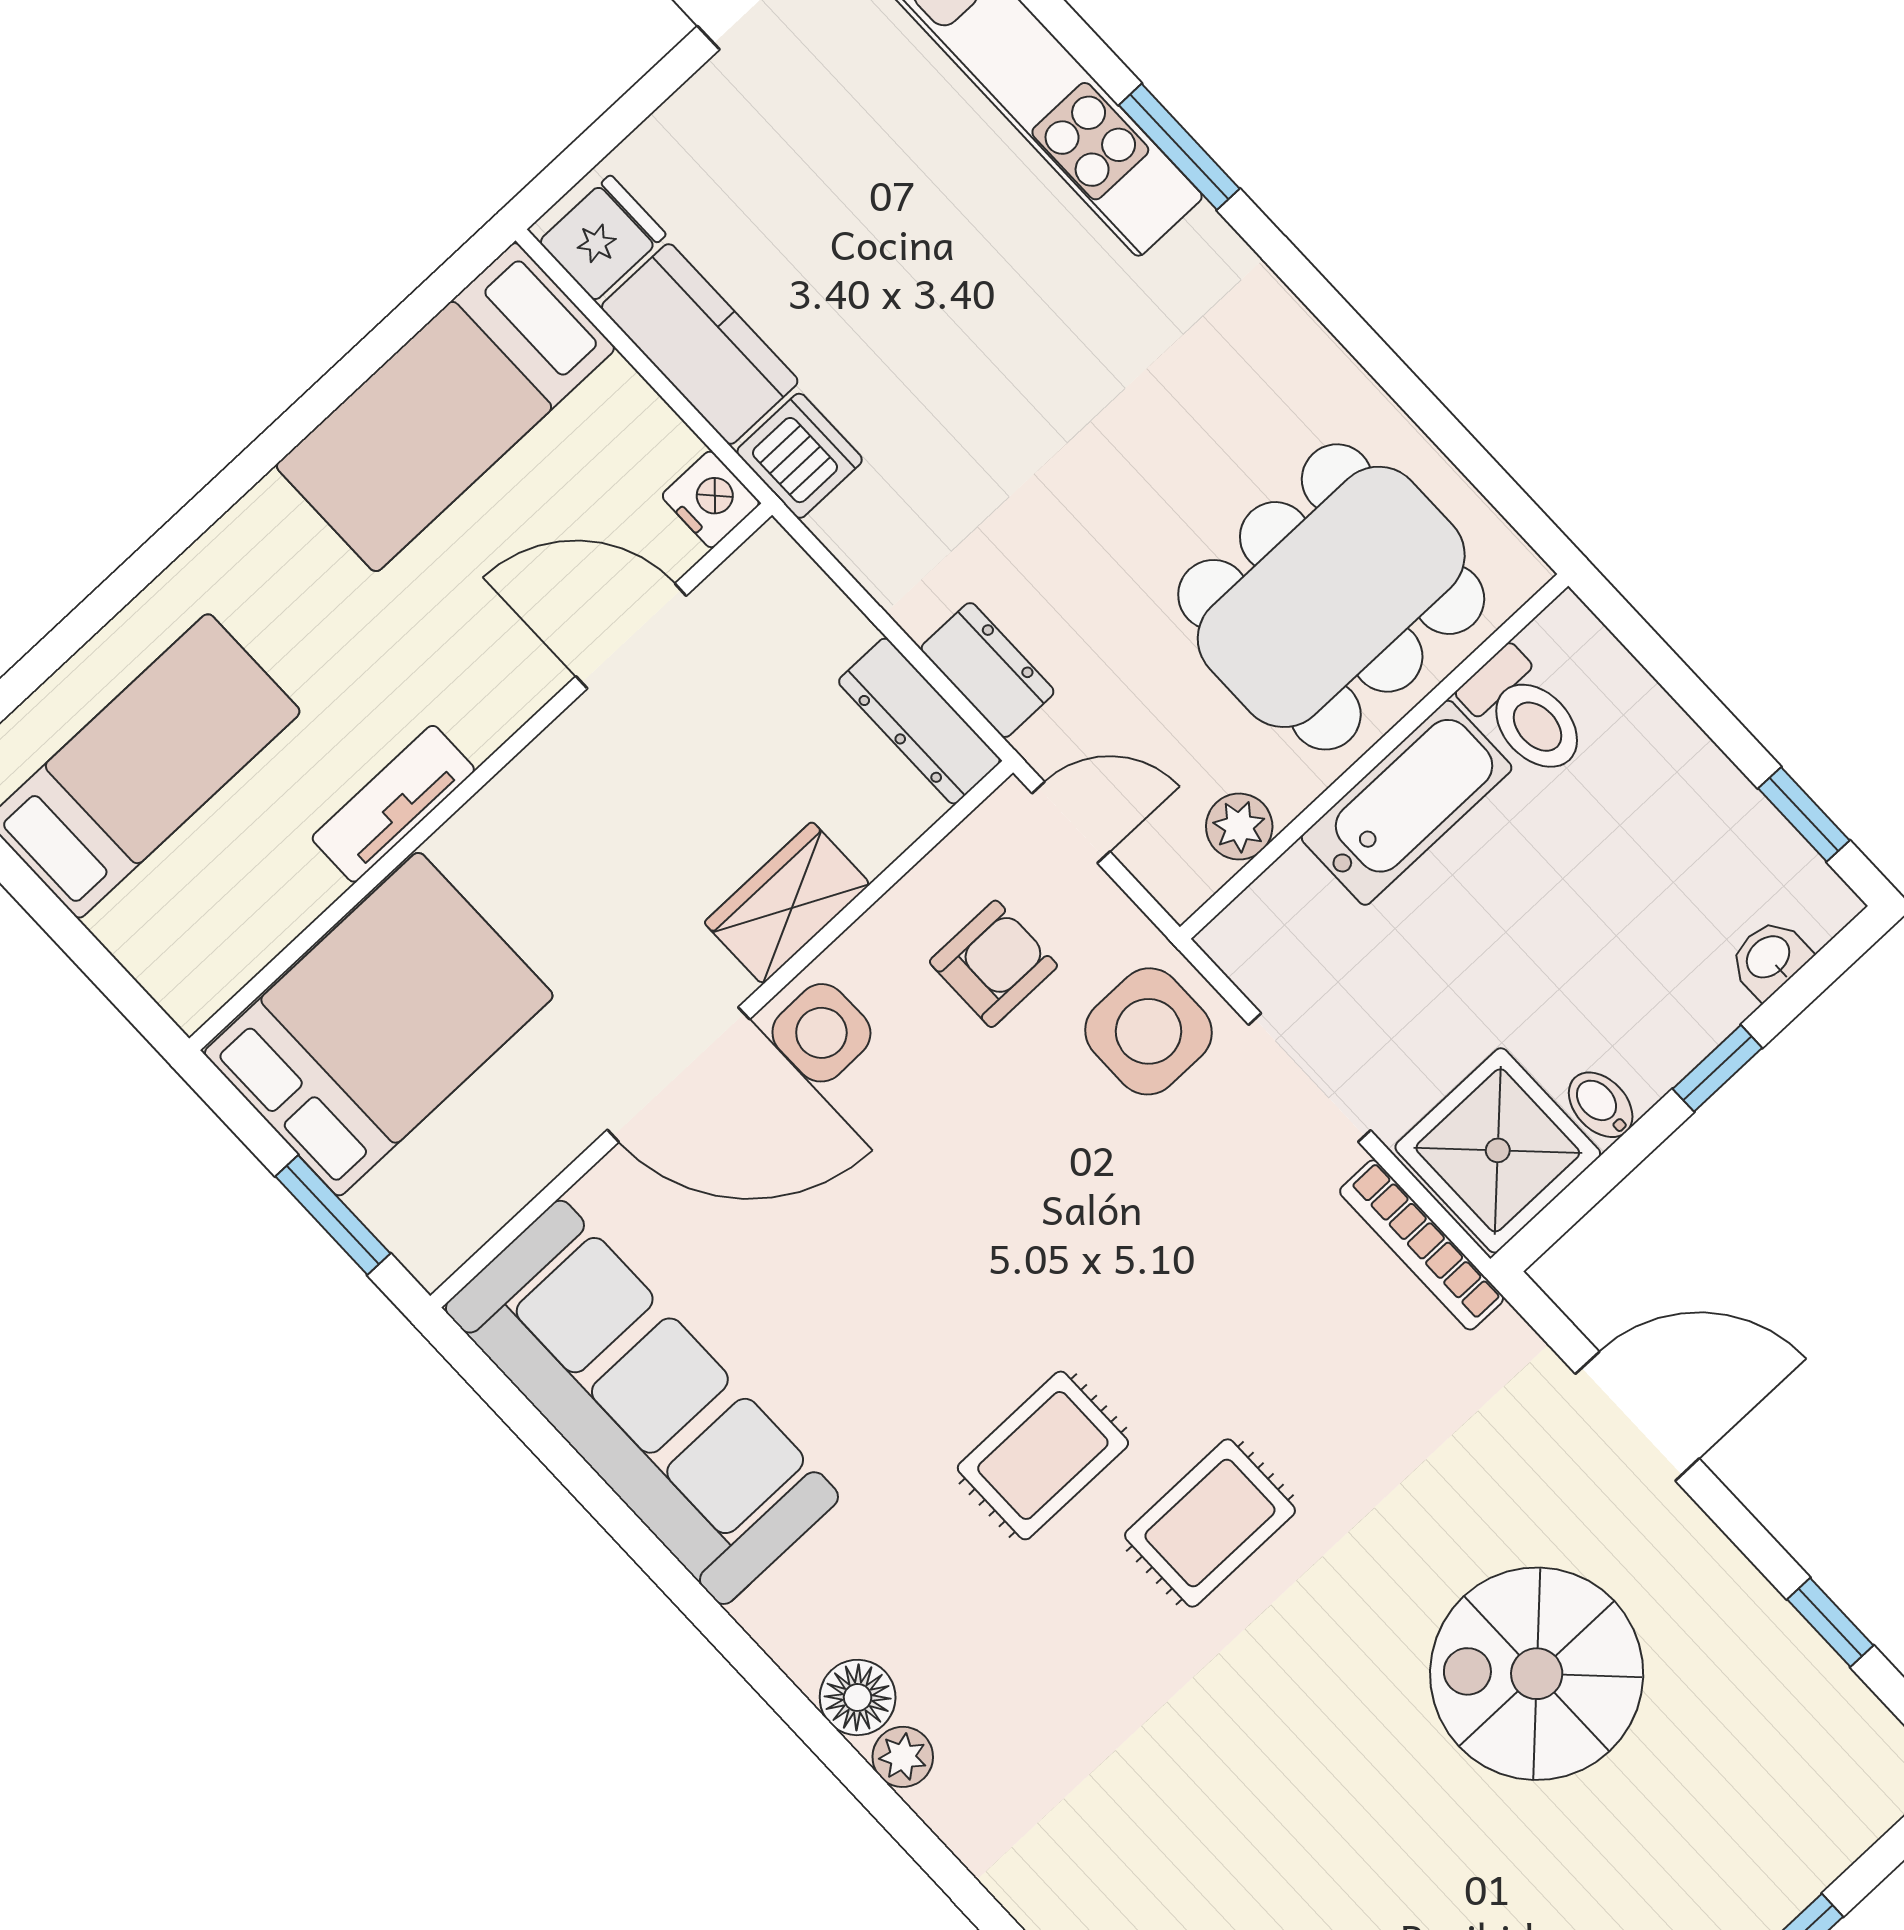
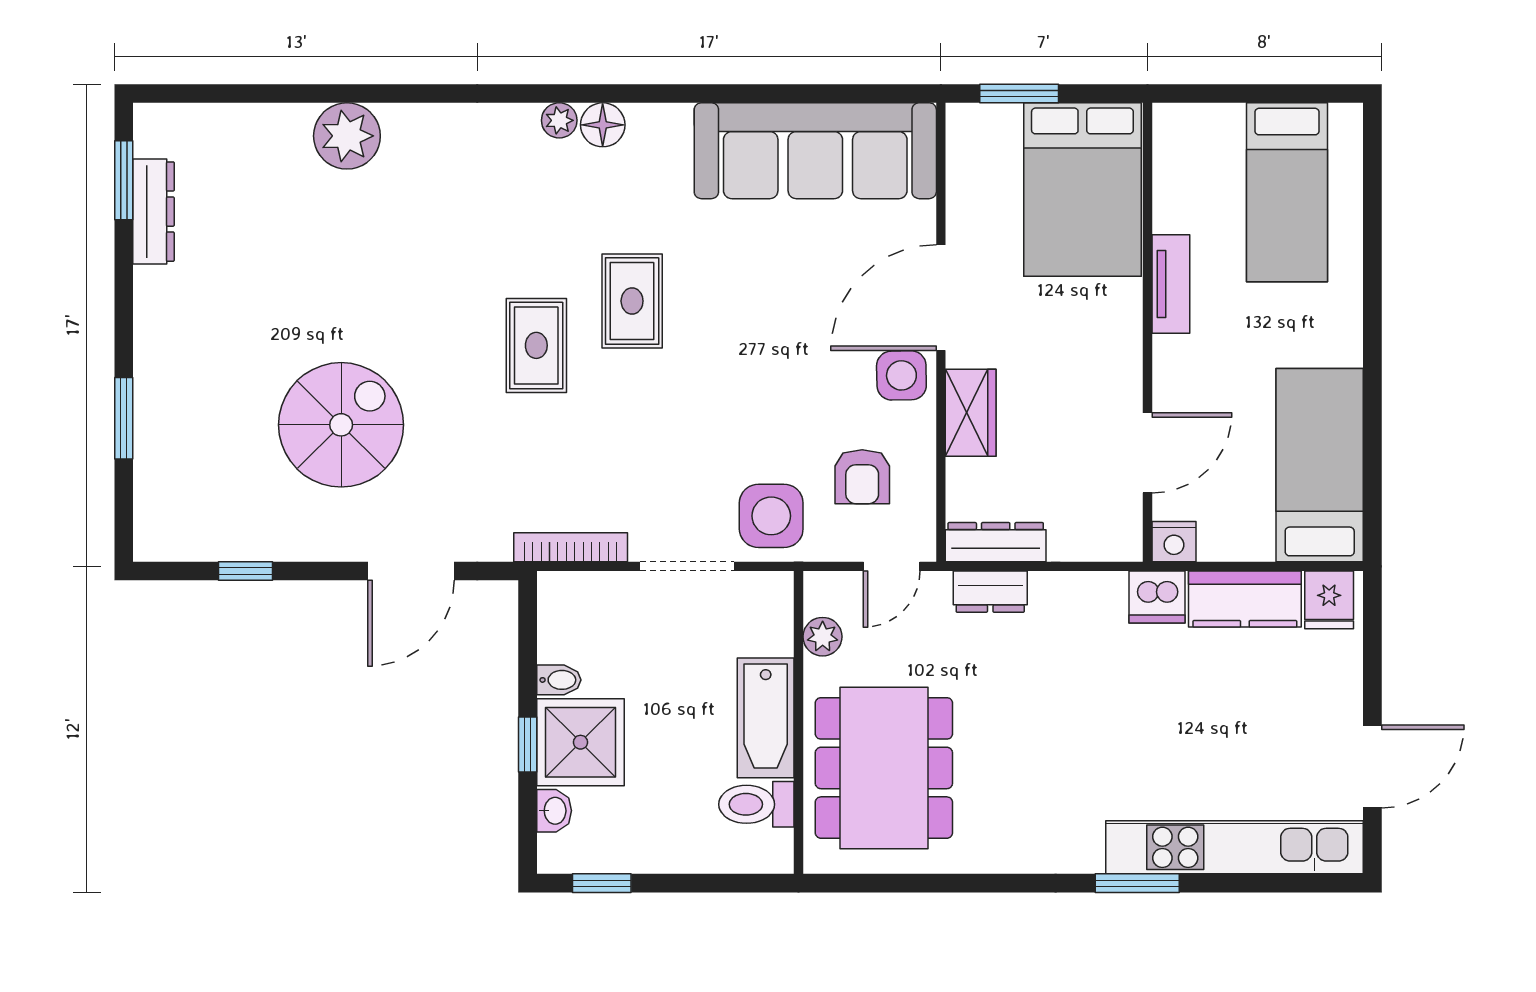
shower: (1498, 1150) -> (580, 742), moved

